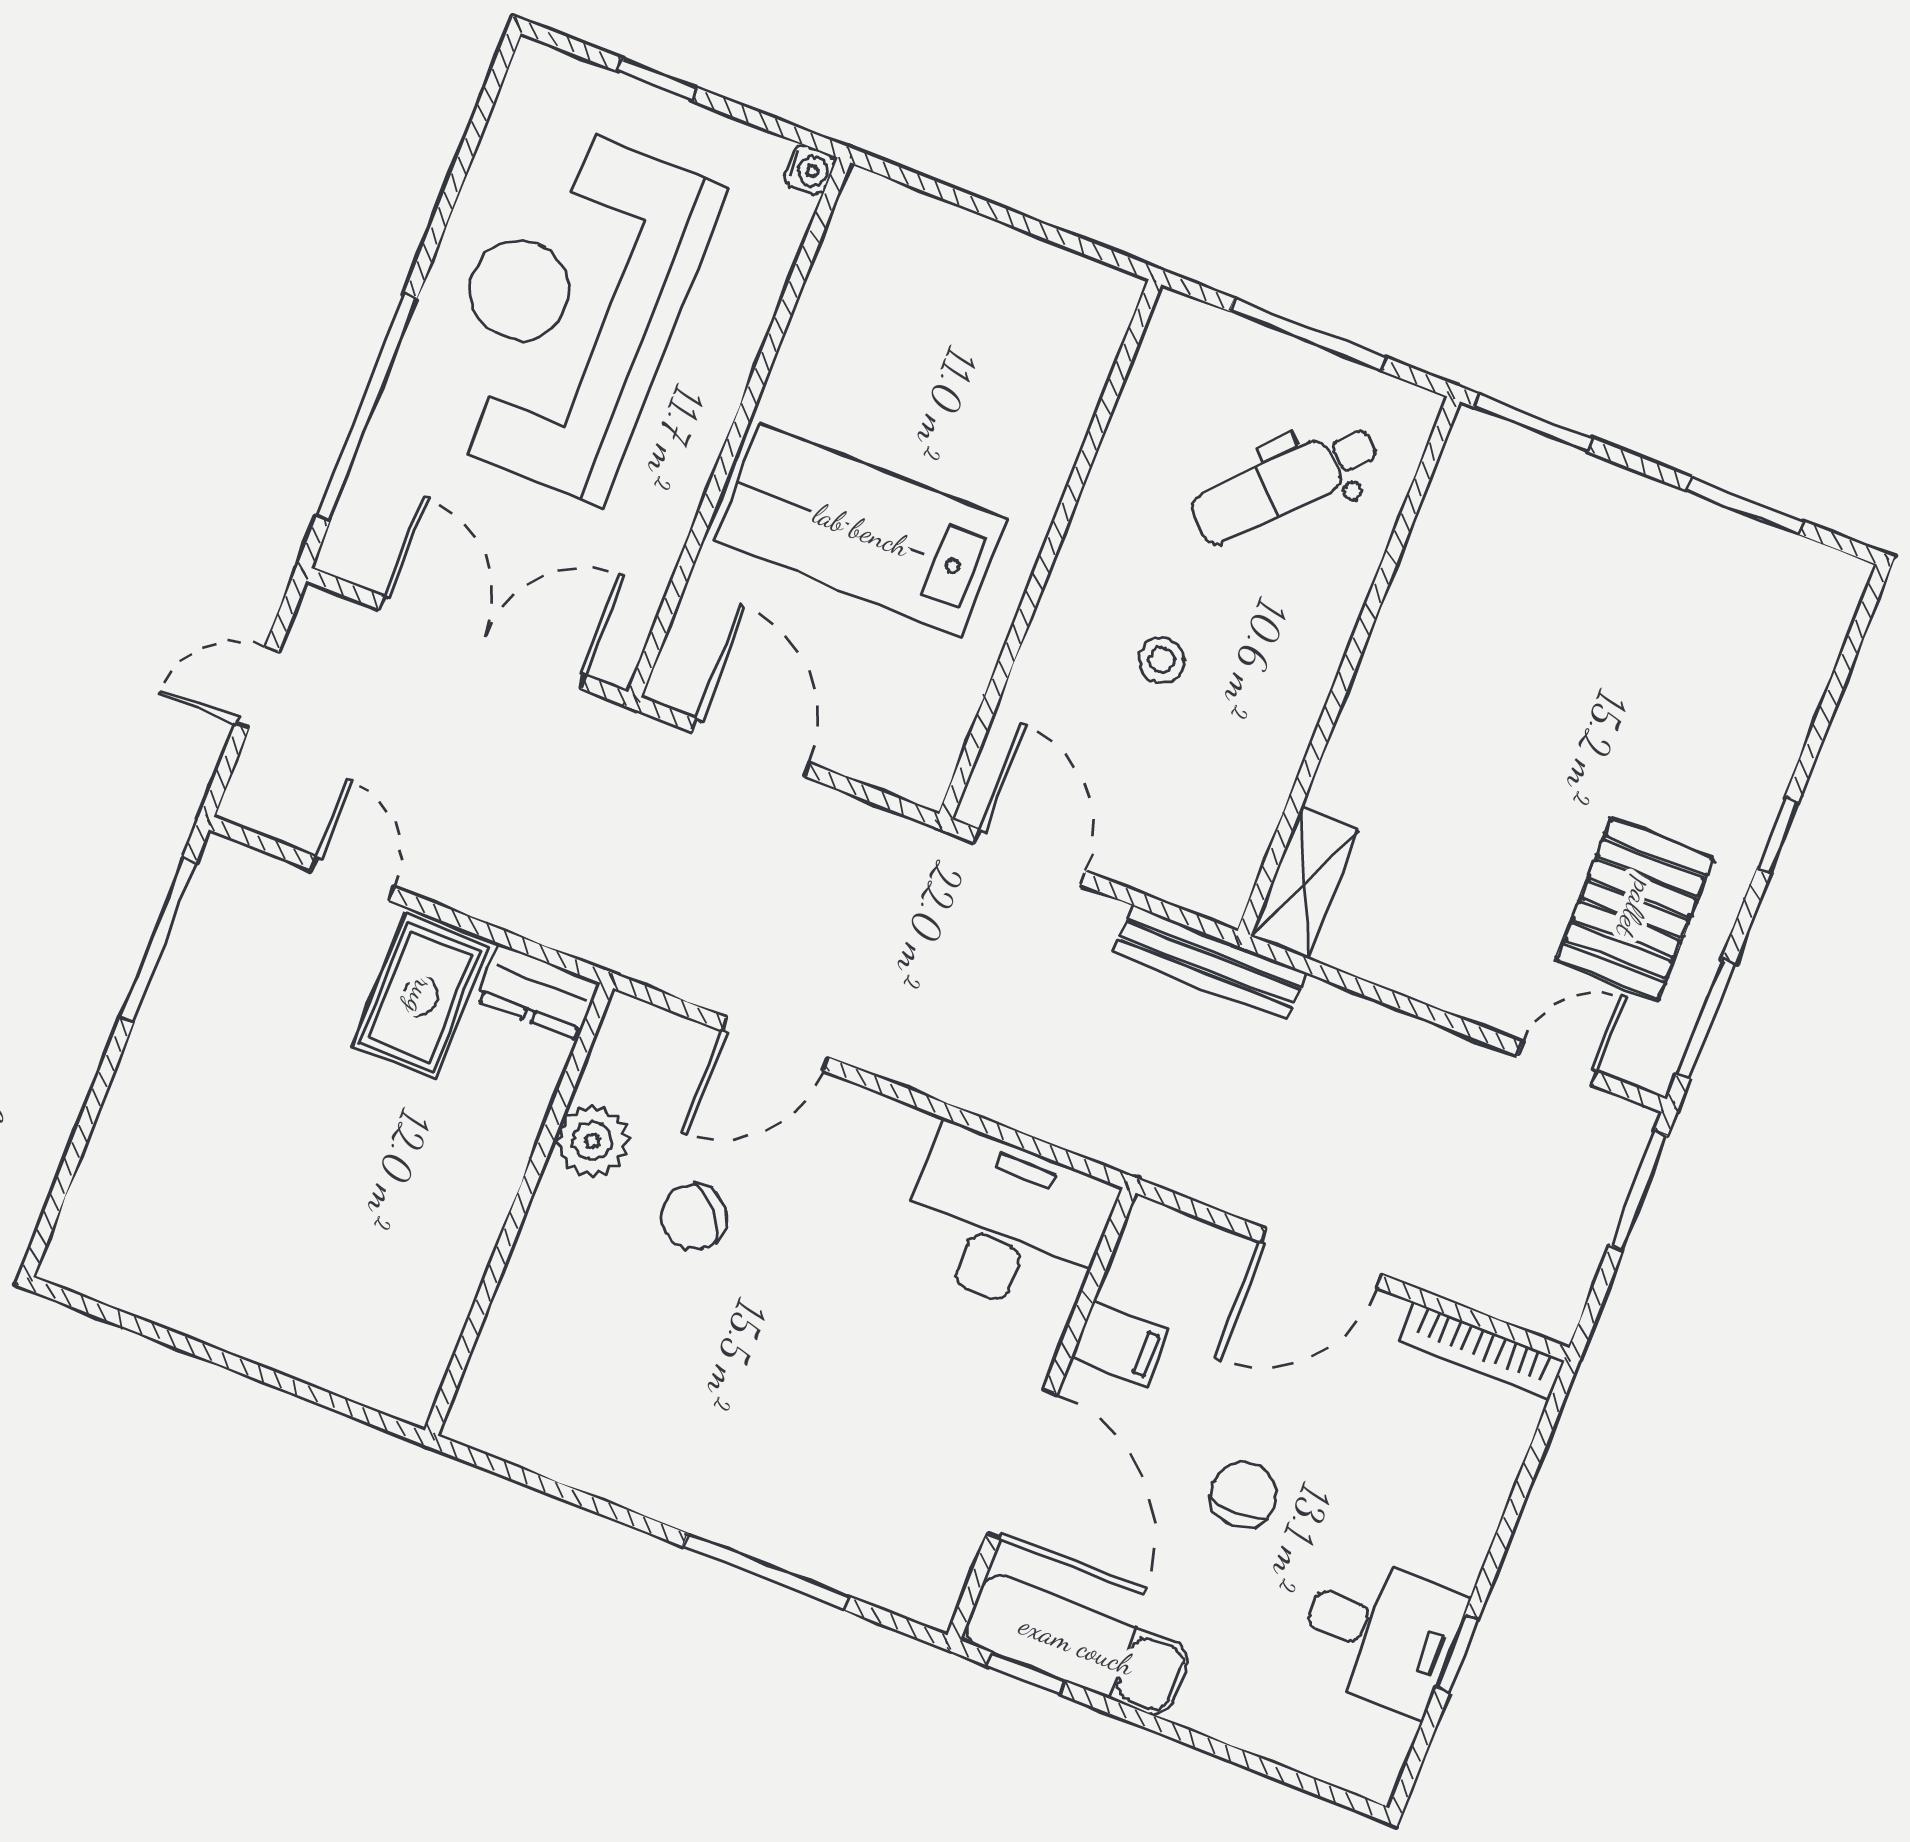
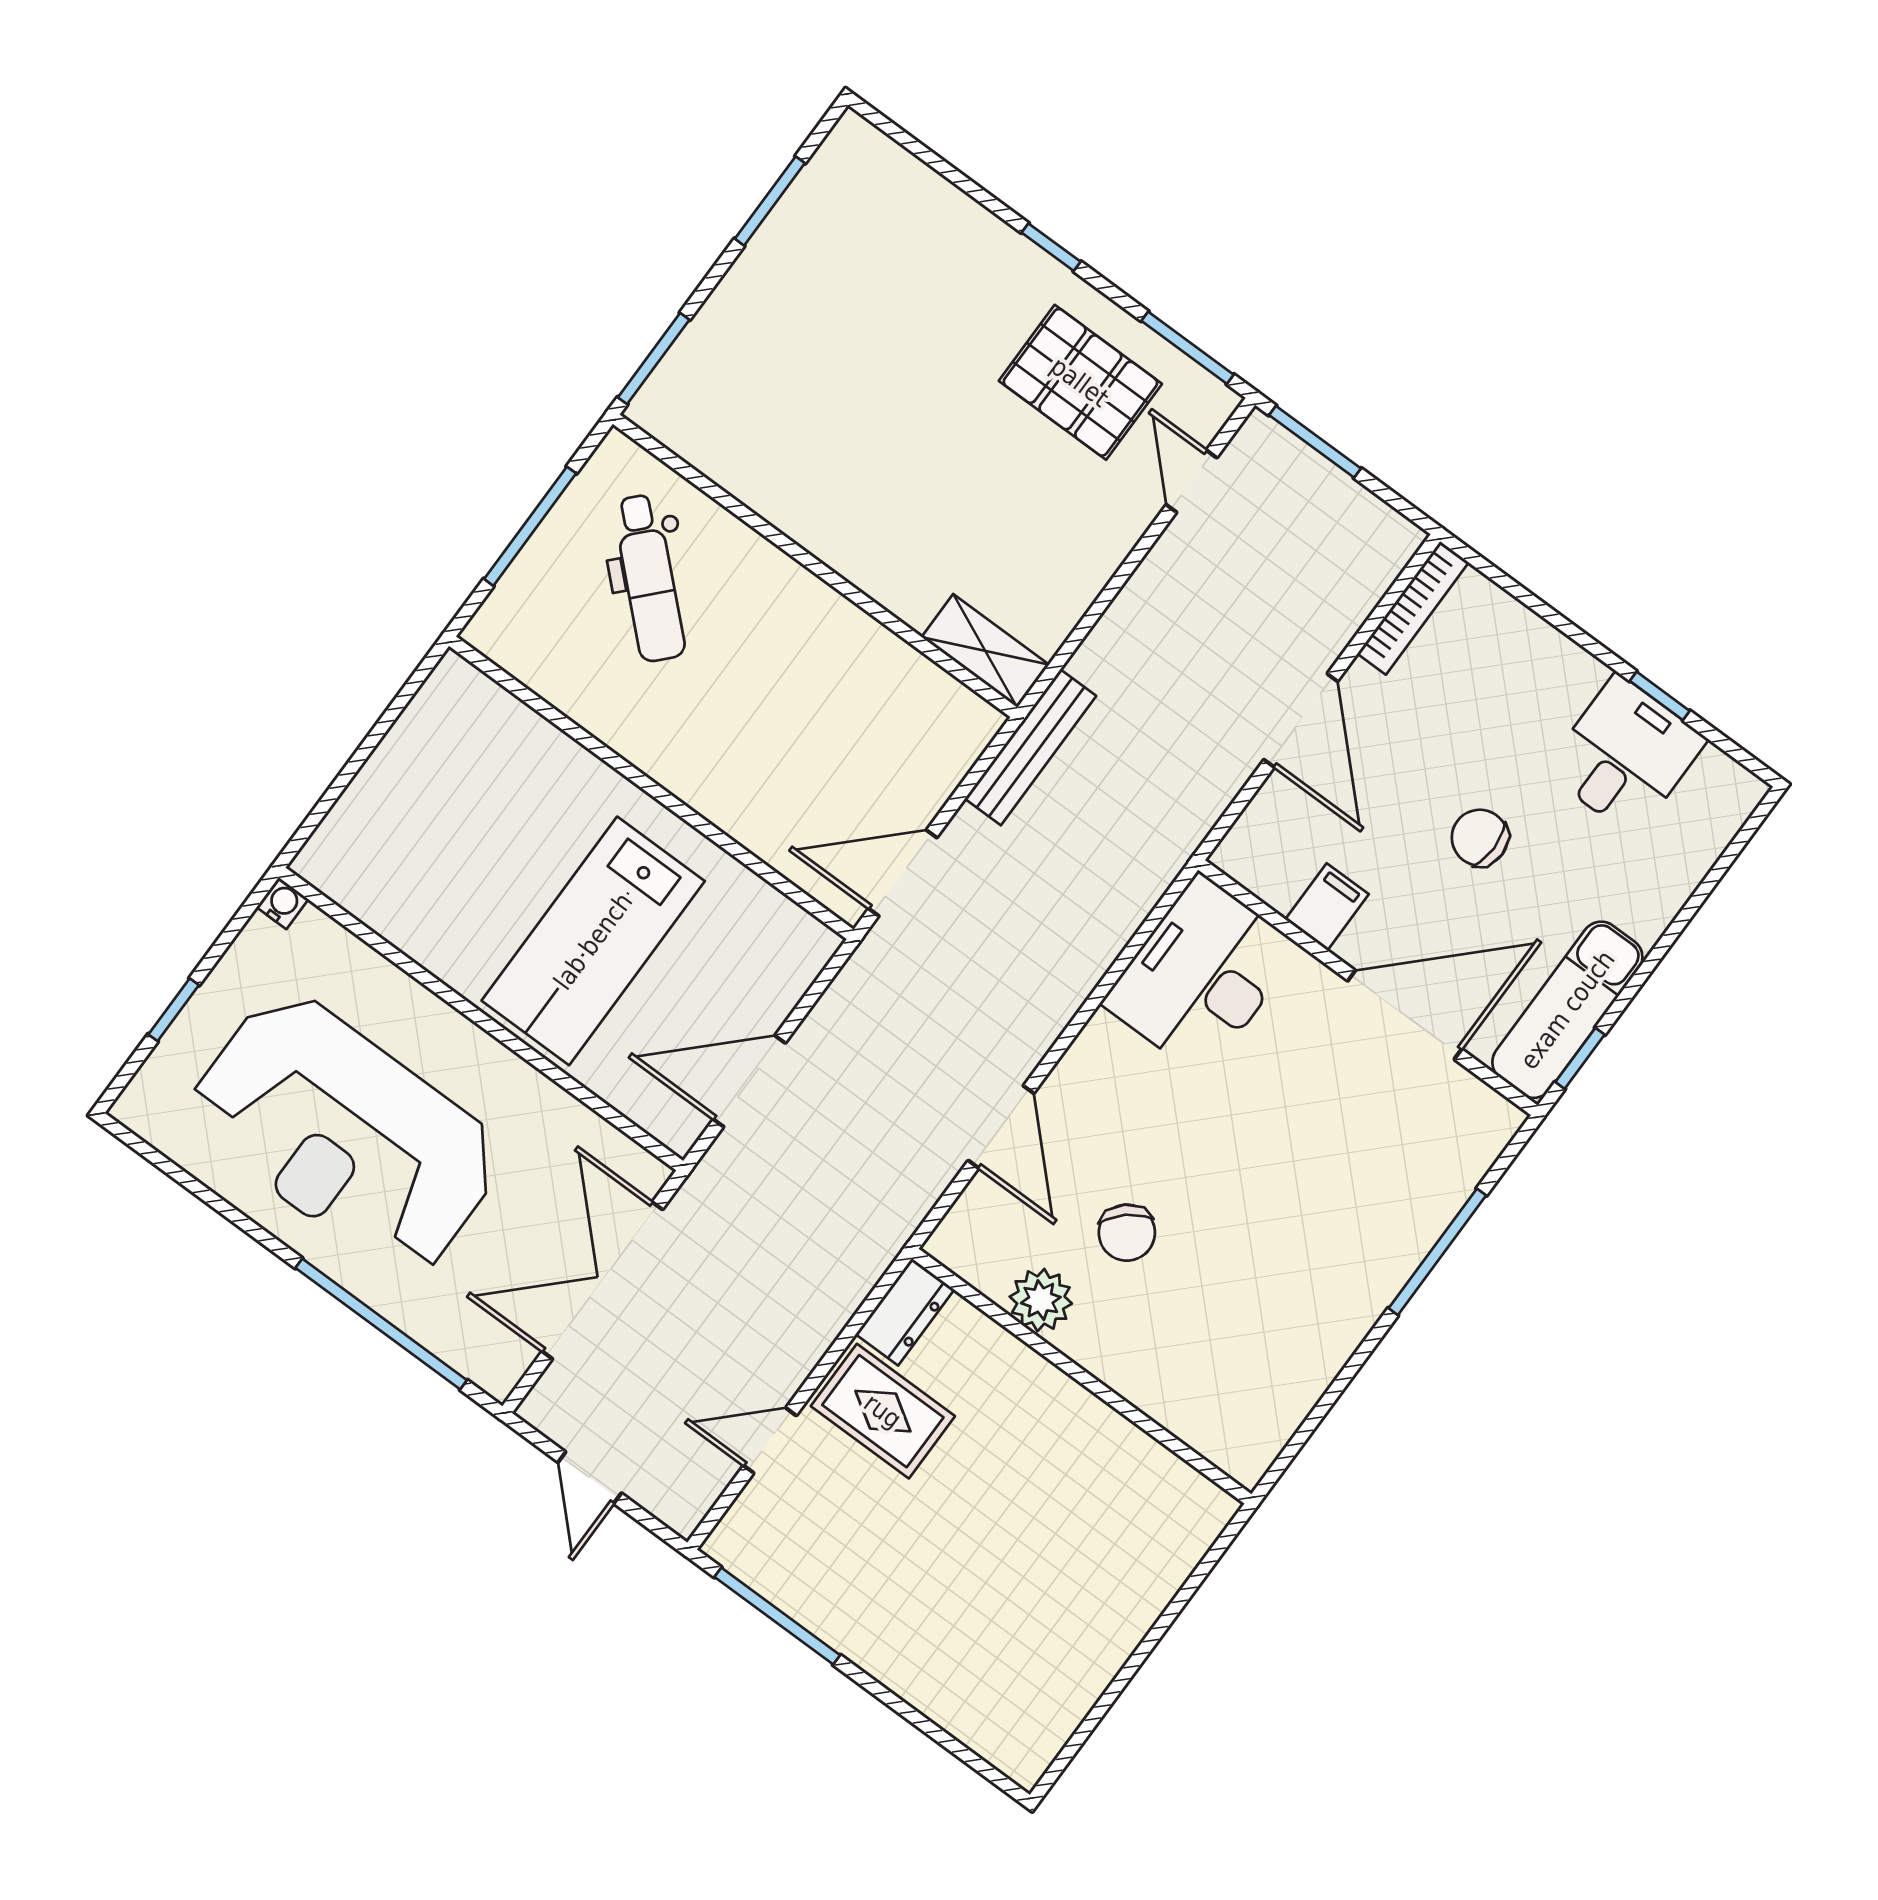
stool: (1162, 660) -> (768, 720), removed

